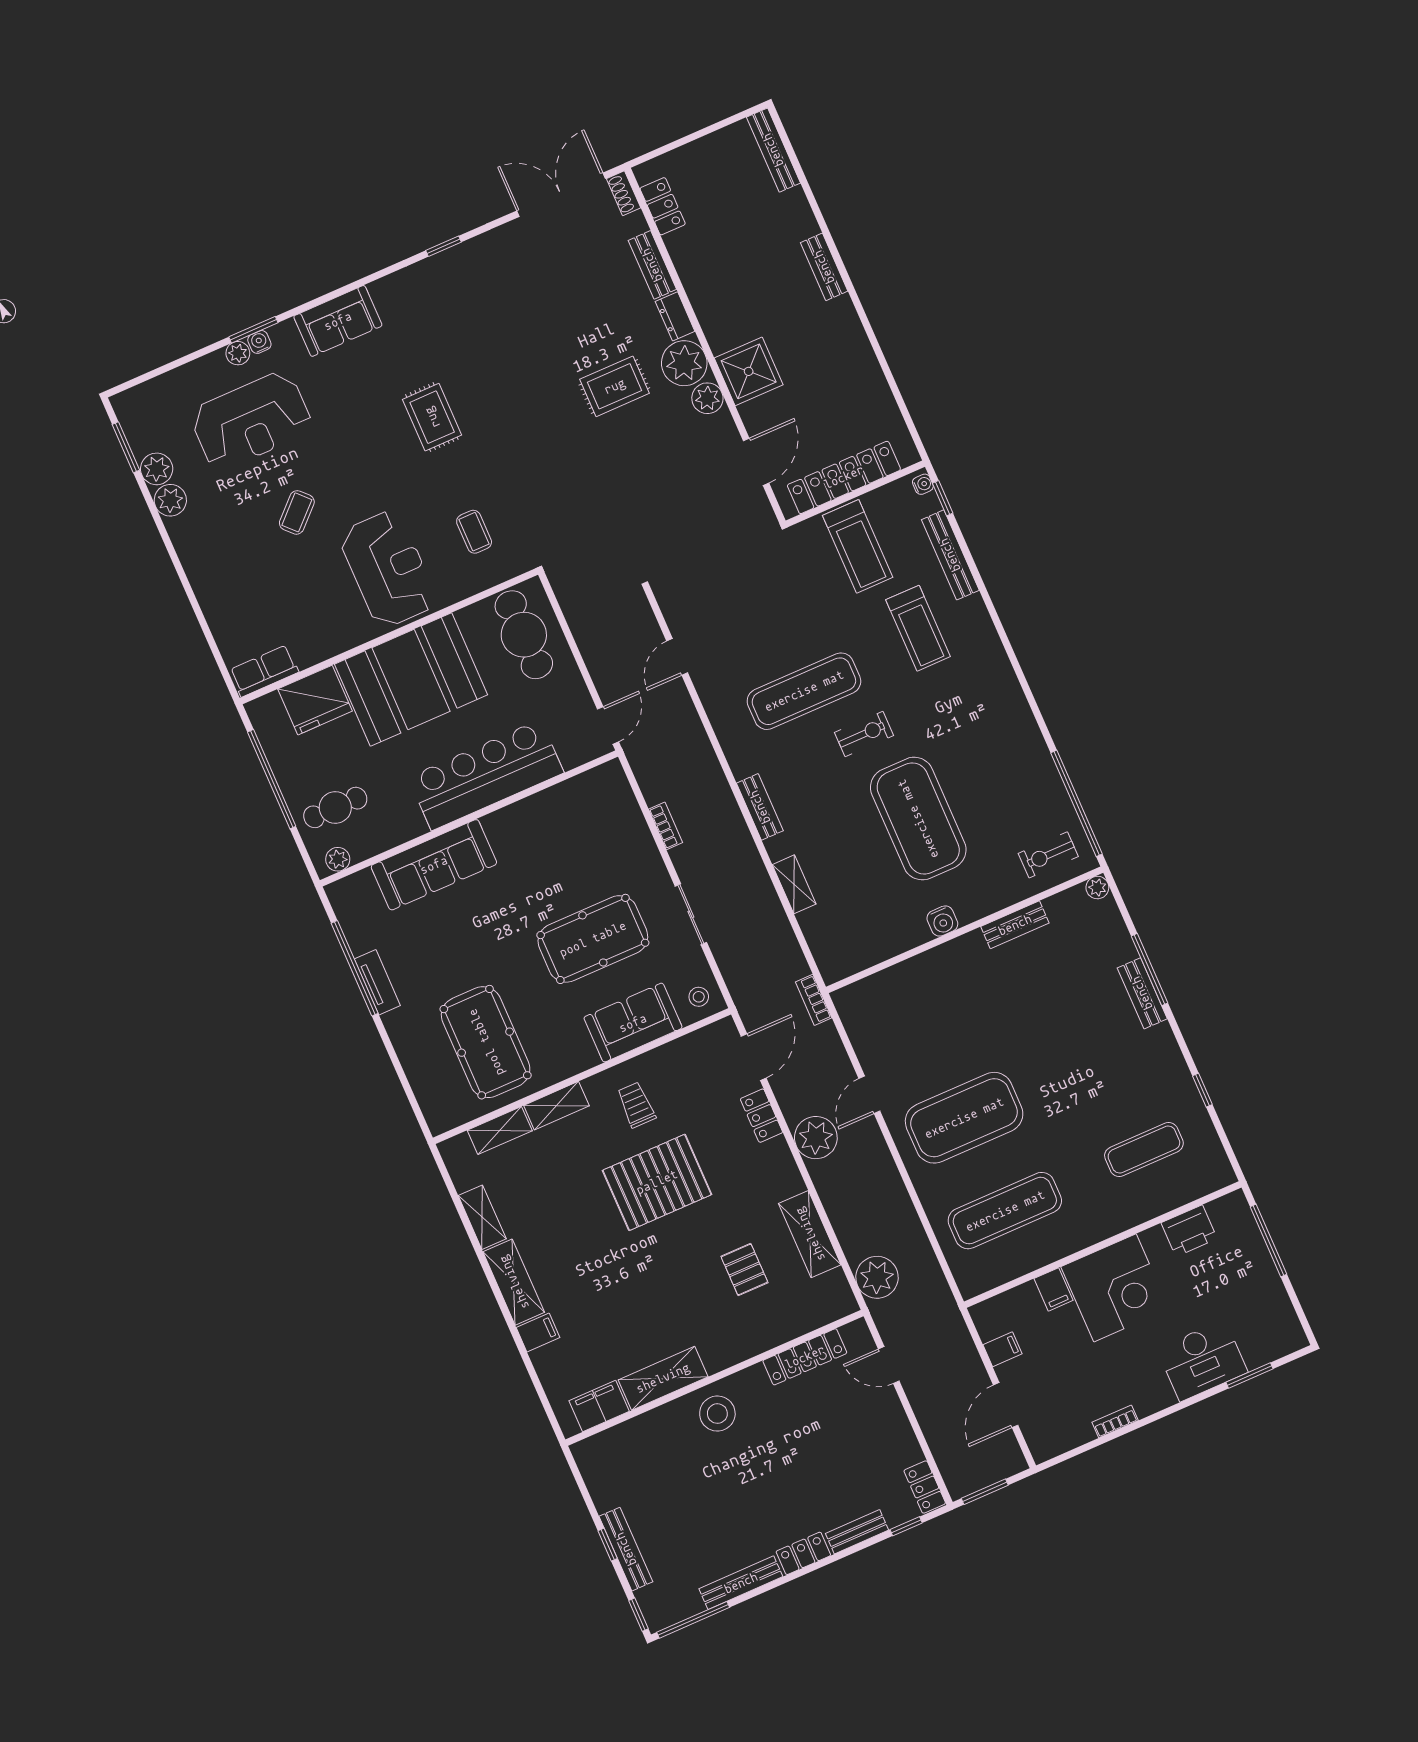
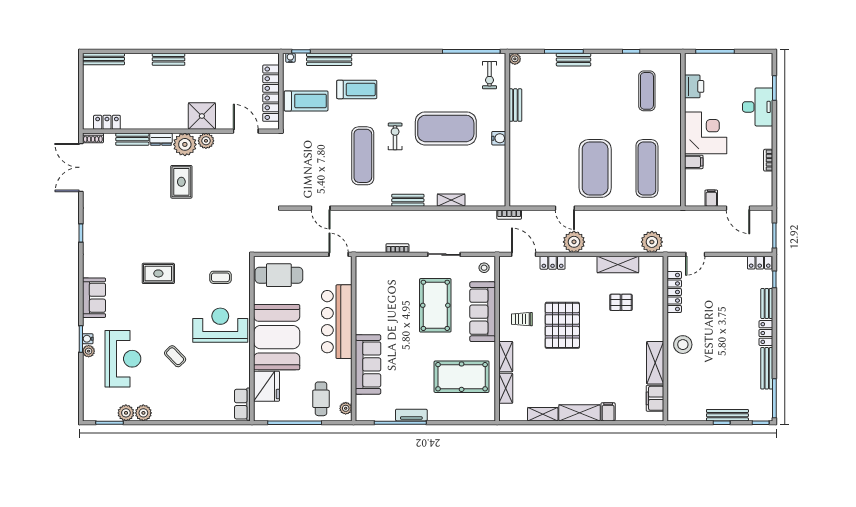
sofa: (633, 1023) -> (483, 312), width x1.36

